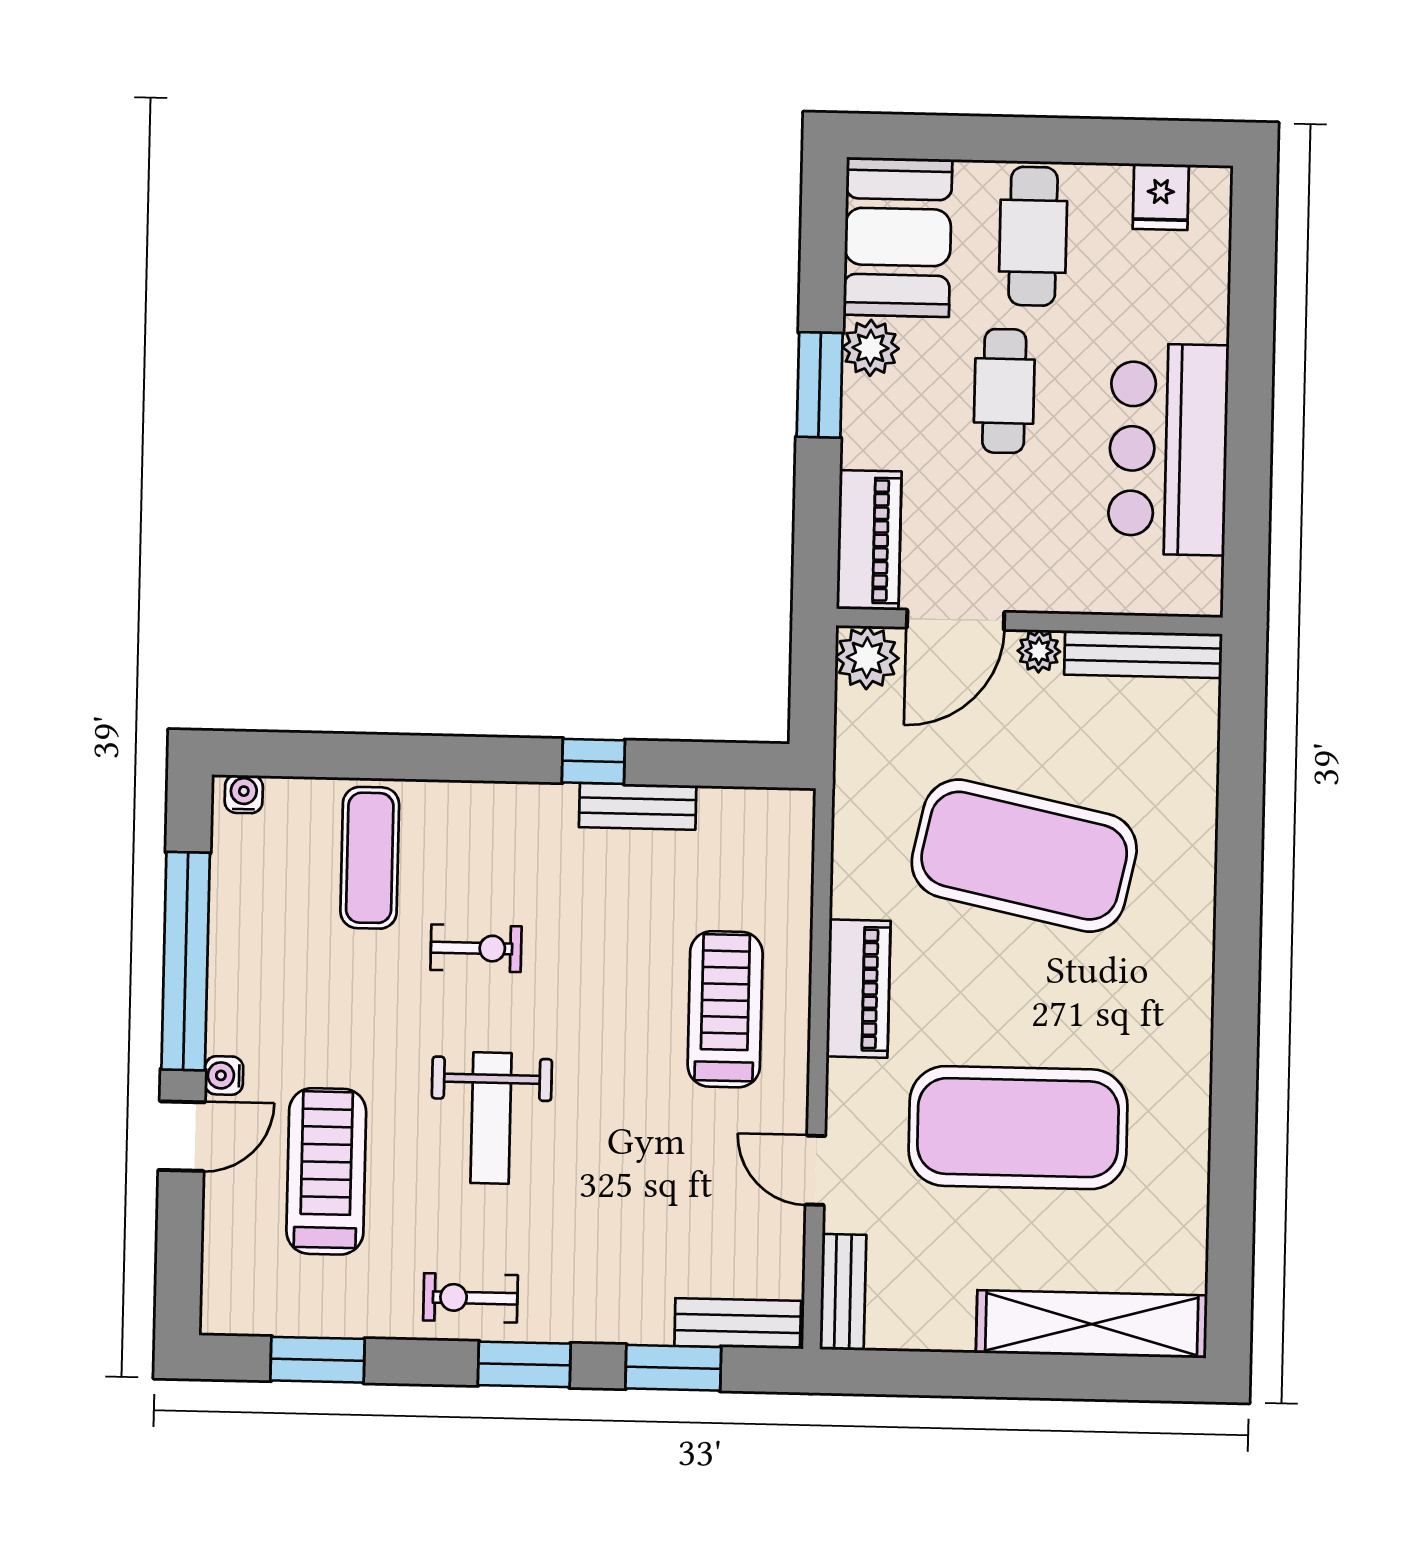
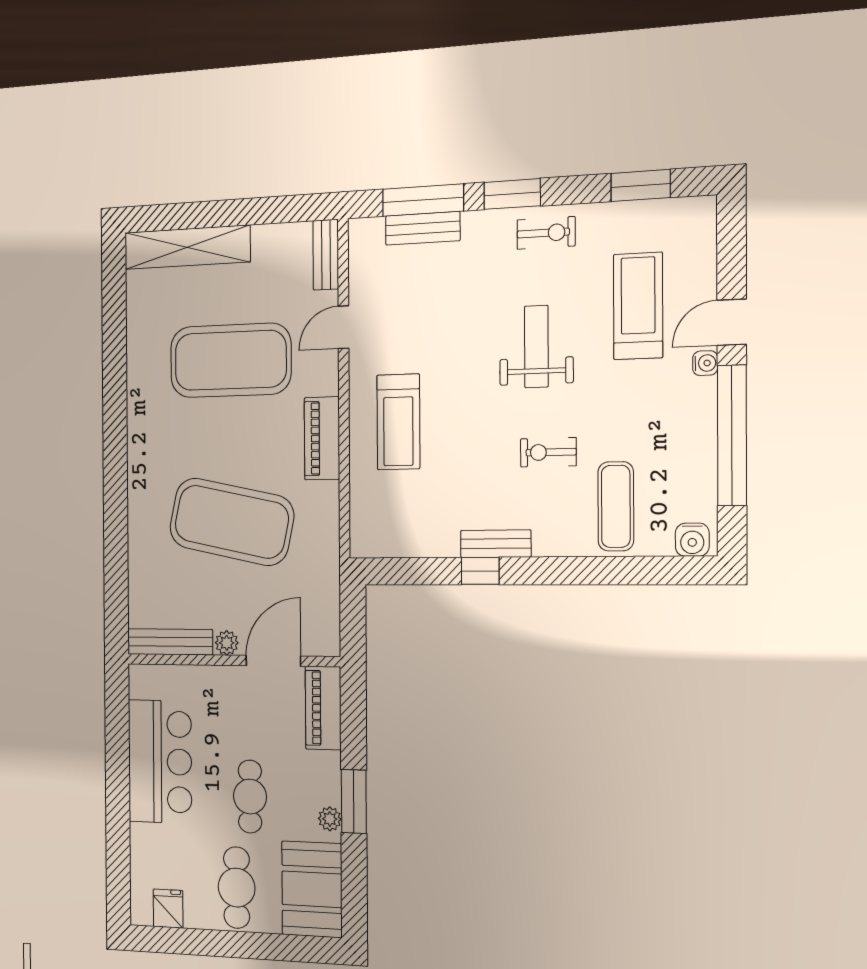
plant: (871, 348) -> (330, 819), width x0.73, depth x0.73
plant: (867, 658) -> (322, 638), removed
water cooler: (244, 794) -> (692, 540), width x1.38, depth x1.38
bench: (638, 806) -> (496, 544), moved
door: (815, 1170) -> (343, 327), swing flipped
treadmill: (326, 1171) -> (638, 306), turned 180
bench: (738, 1323) -> (423, 228), moved
window: (673, 1368) -> (423, 200), width x1.44

